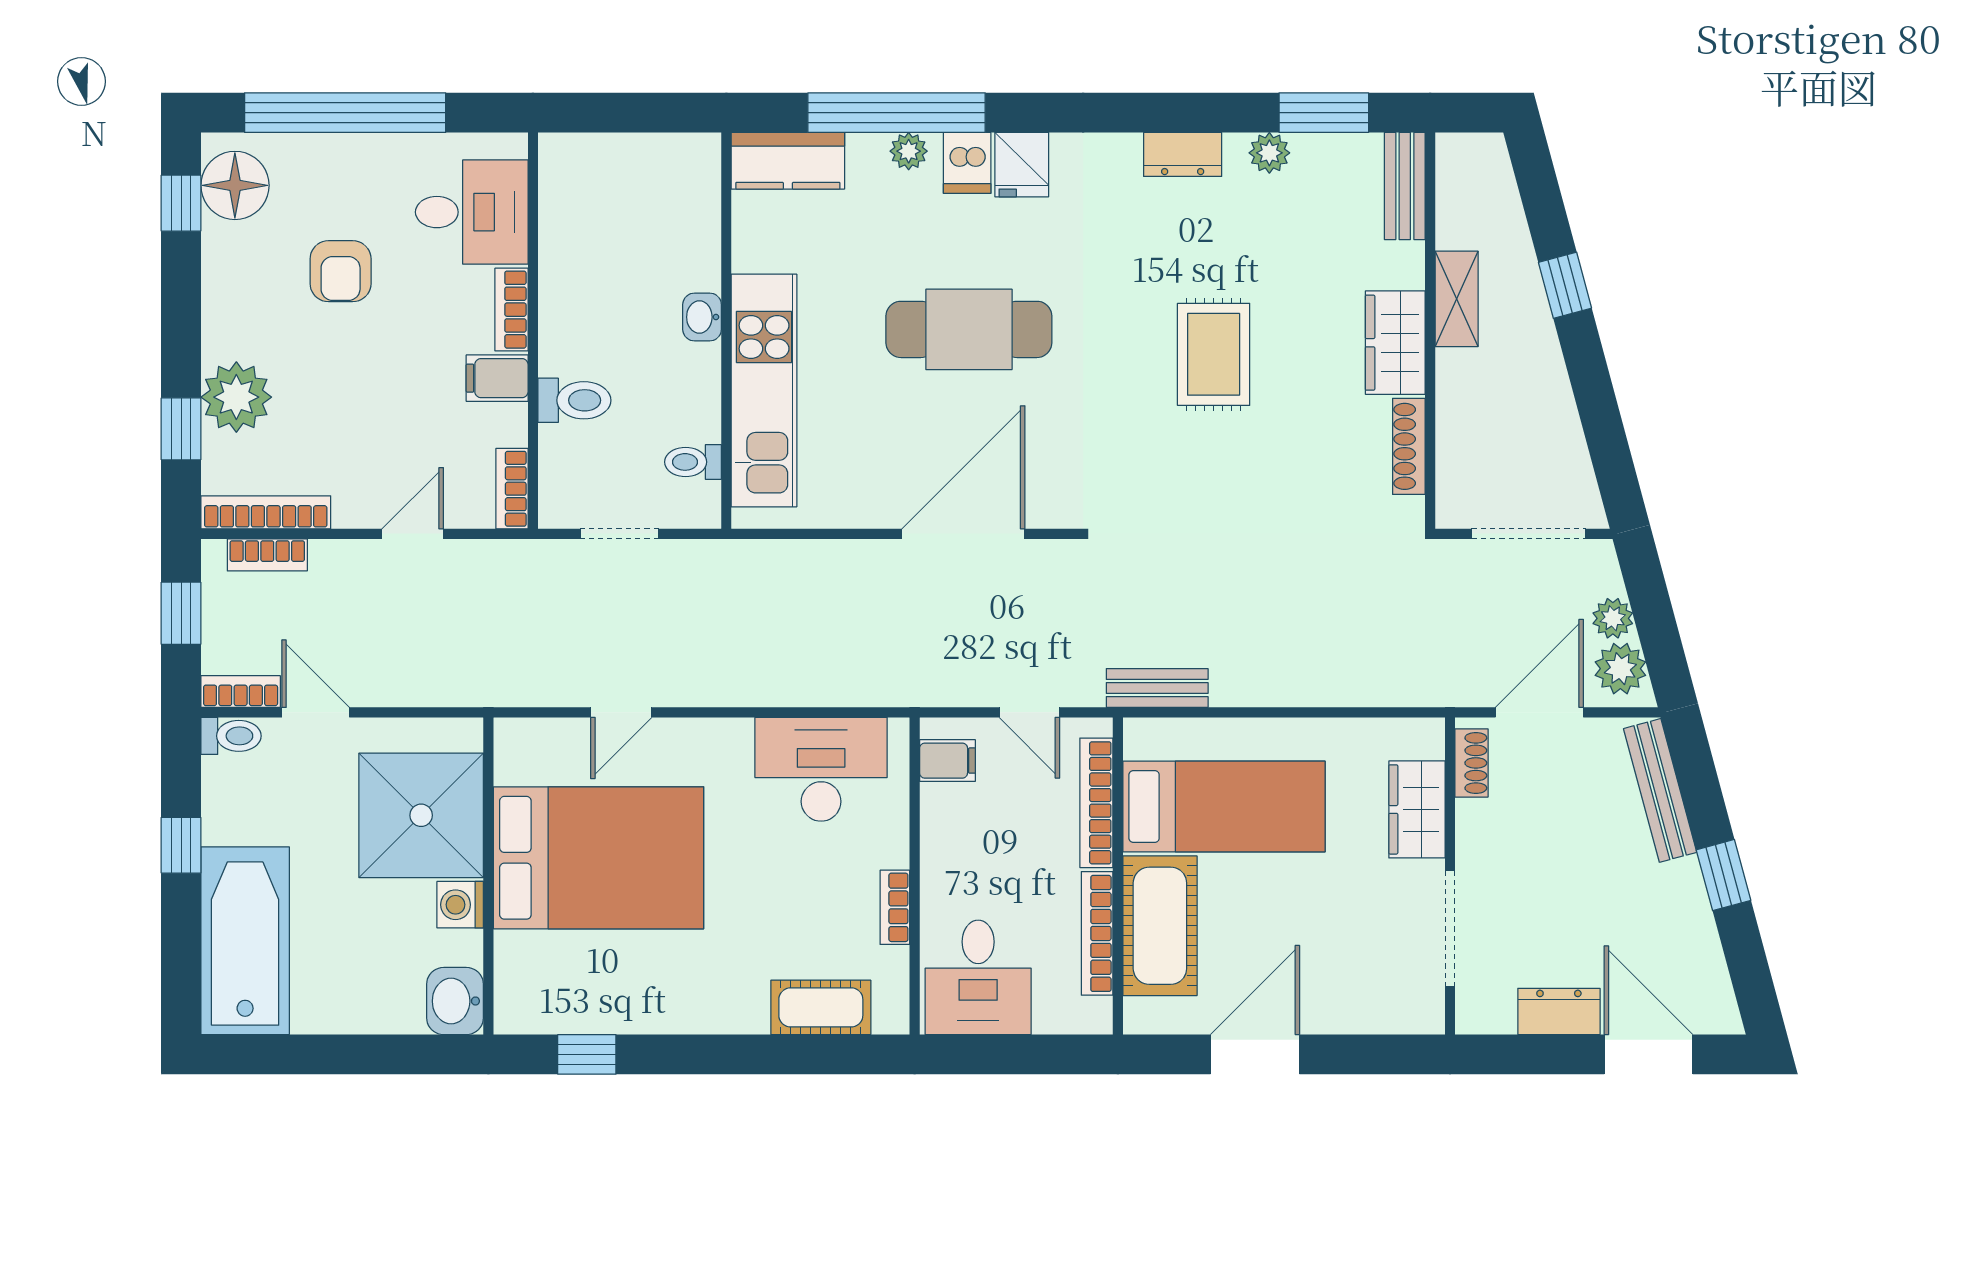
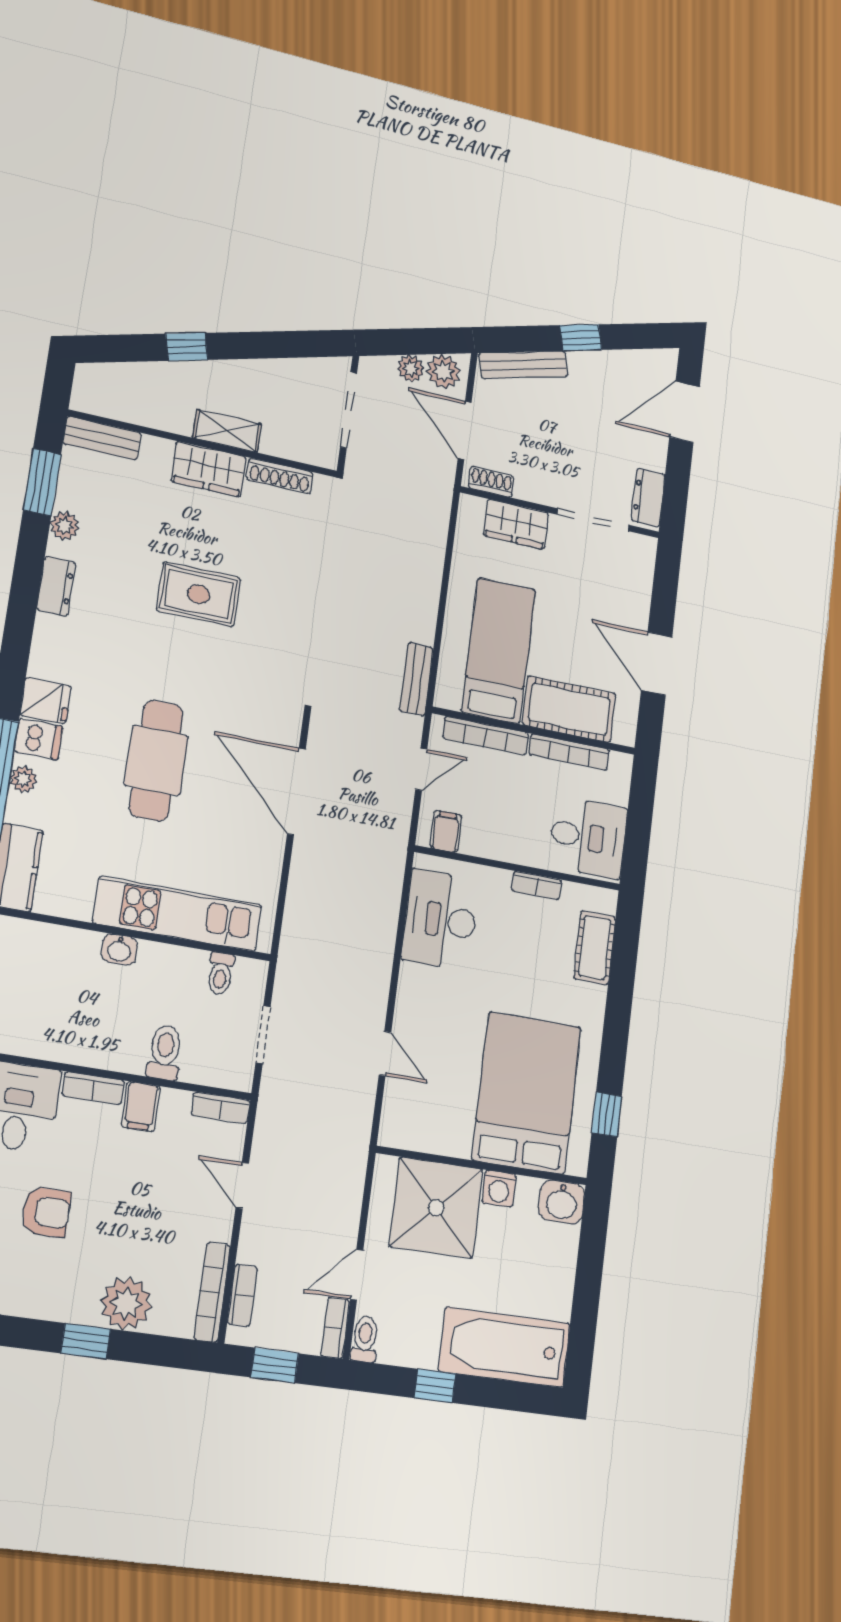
shelving: (1457, 299) -> (227, 431), moved
window: (181, 429) -> (86, 1341), moved
bed: (598, 858) -> (527, 1093), moved
dresser: (1559, 1011) -> (648, 497), moved

